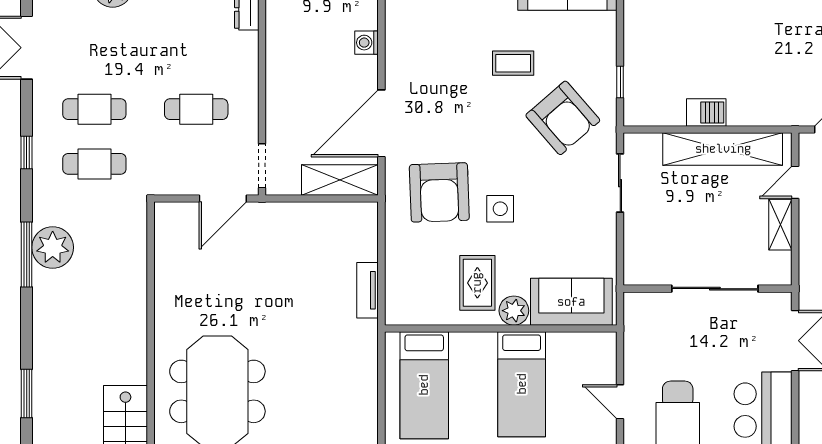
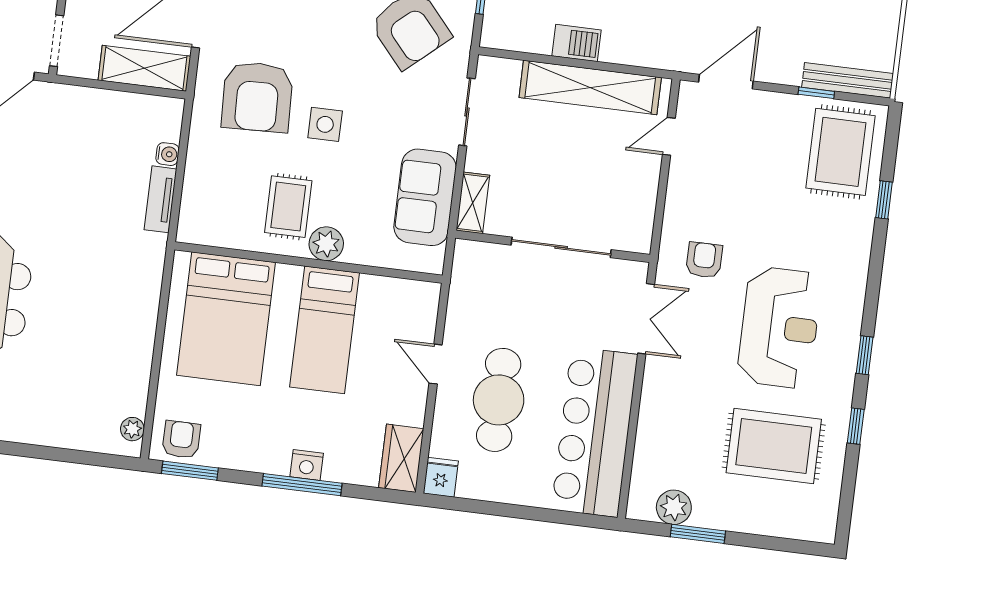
shelving: (780, 225) -> (473, 203), moved
water cooler: (369, 251) -> (167, 154), added
sofa: (571, 302) -> (425, 197), moved, turned -90
bed: (424, 385) -> (226, 319), width x1.50

